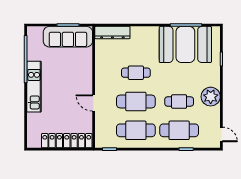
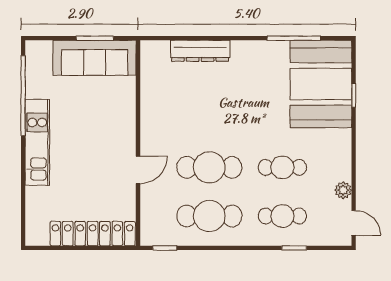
dresser: (112, 33) -> (200, 51), moved
booth: (185, 44) -> (321, 84), moved, turned 90
cafe table: (136, 73) -> (209, 119), removed
plant: (211, 97) -> (343, 190), moved, width x0.53, depth x0.53
door: (94, 103) -> (138, 170), swing flipped
cafe table: (179, 130) -> (282, 216), width x0.73, depth x0.74

